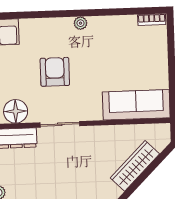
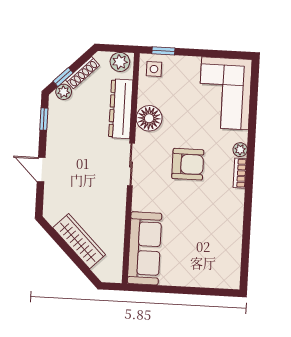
bookcase: (152, 20) -> (240, 173), moved
plant: (80, 23) -> (240, 150), moved

